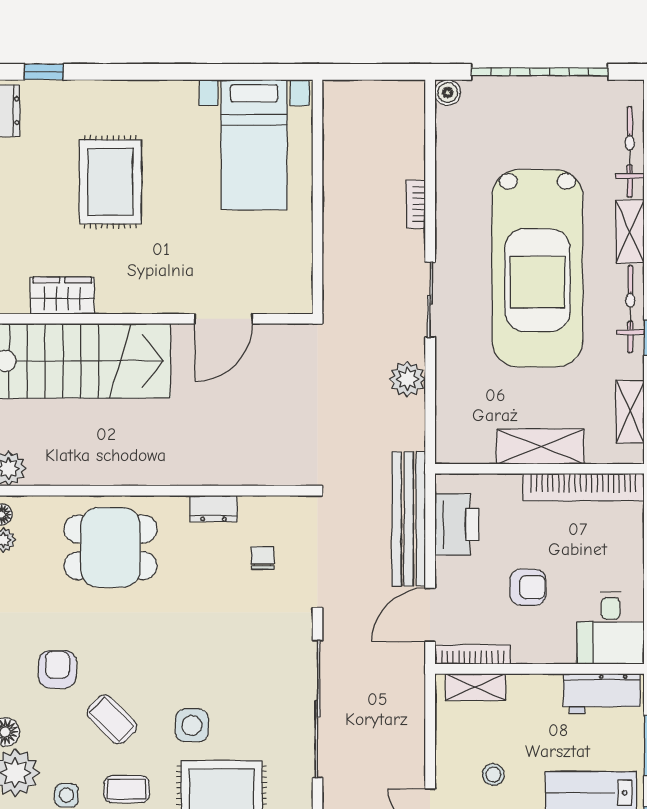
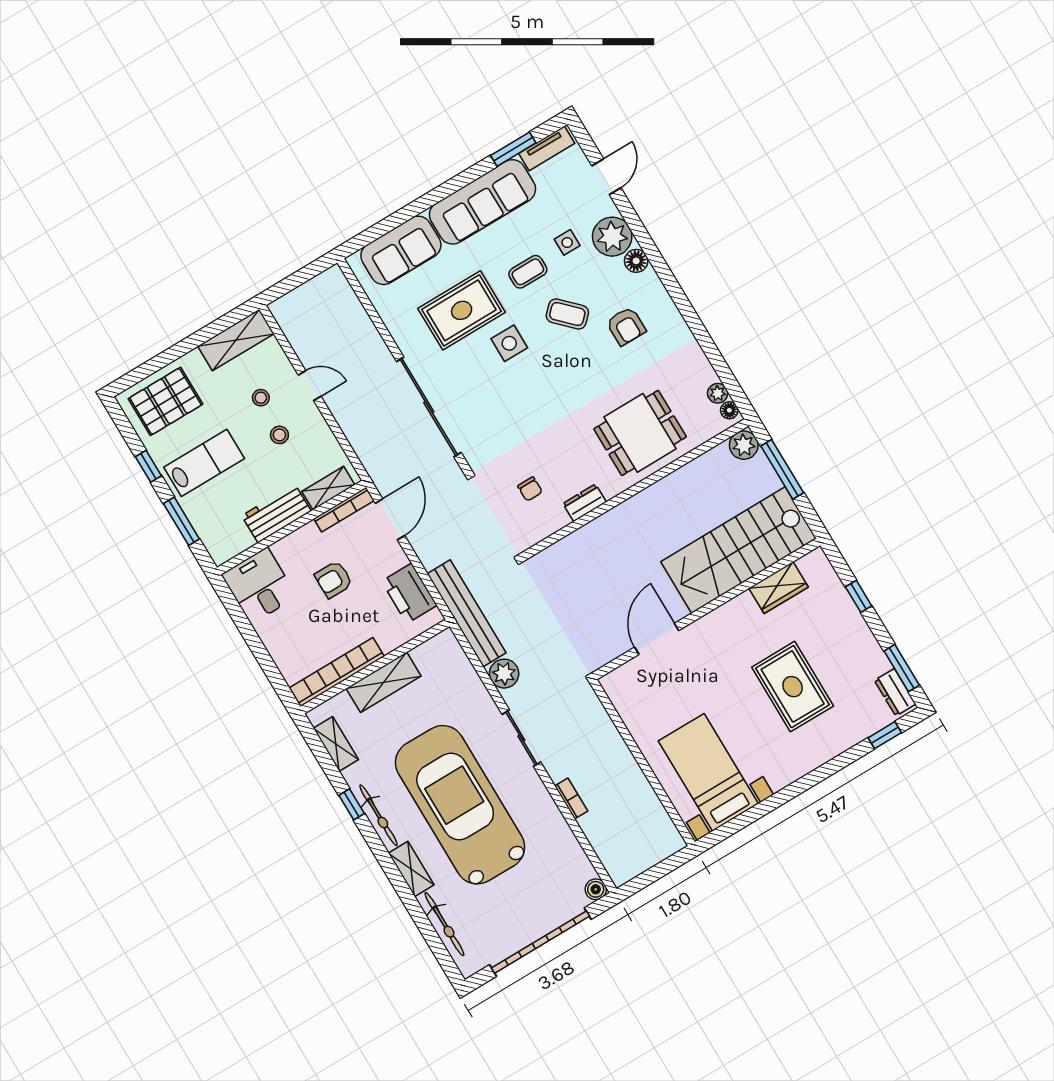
bench: (409, 519) -> (467, 613), moved
workbench: (602, 693) -> (276, 513), moved

